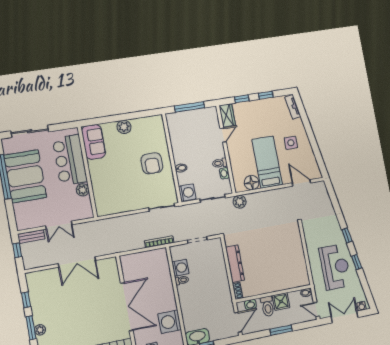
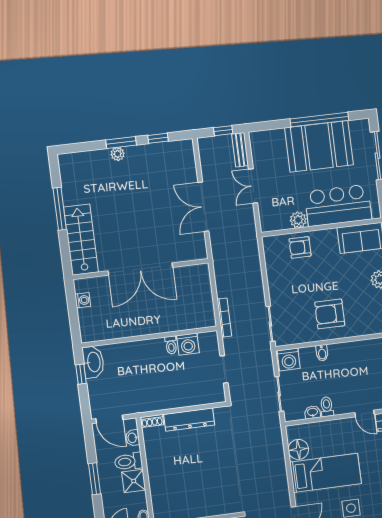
armchair: (103, 188) -> (300, 247), added
plant: (240, 202) -> (273, 431), removed
washing machine: (170, 322) -> (117, 325), removed

